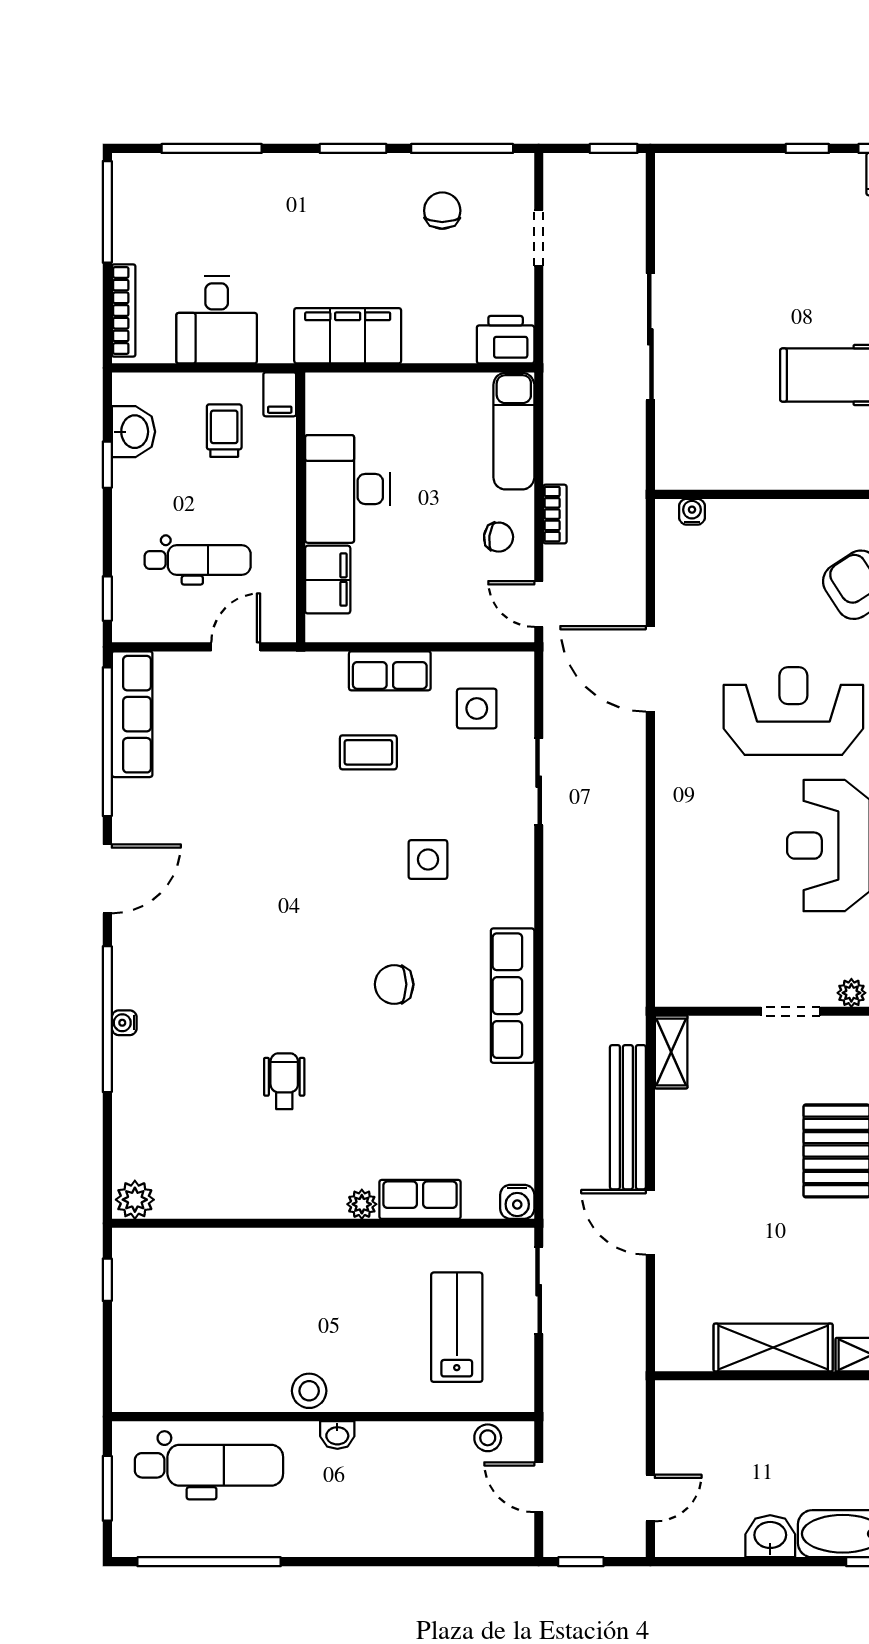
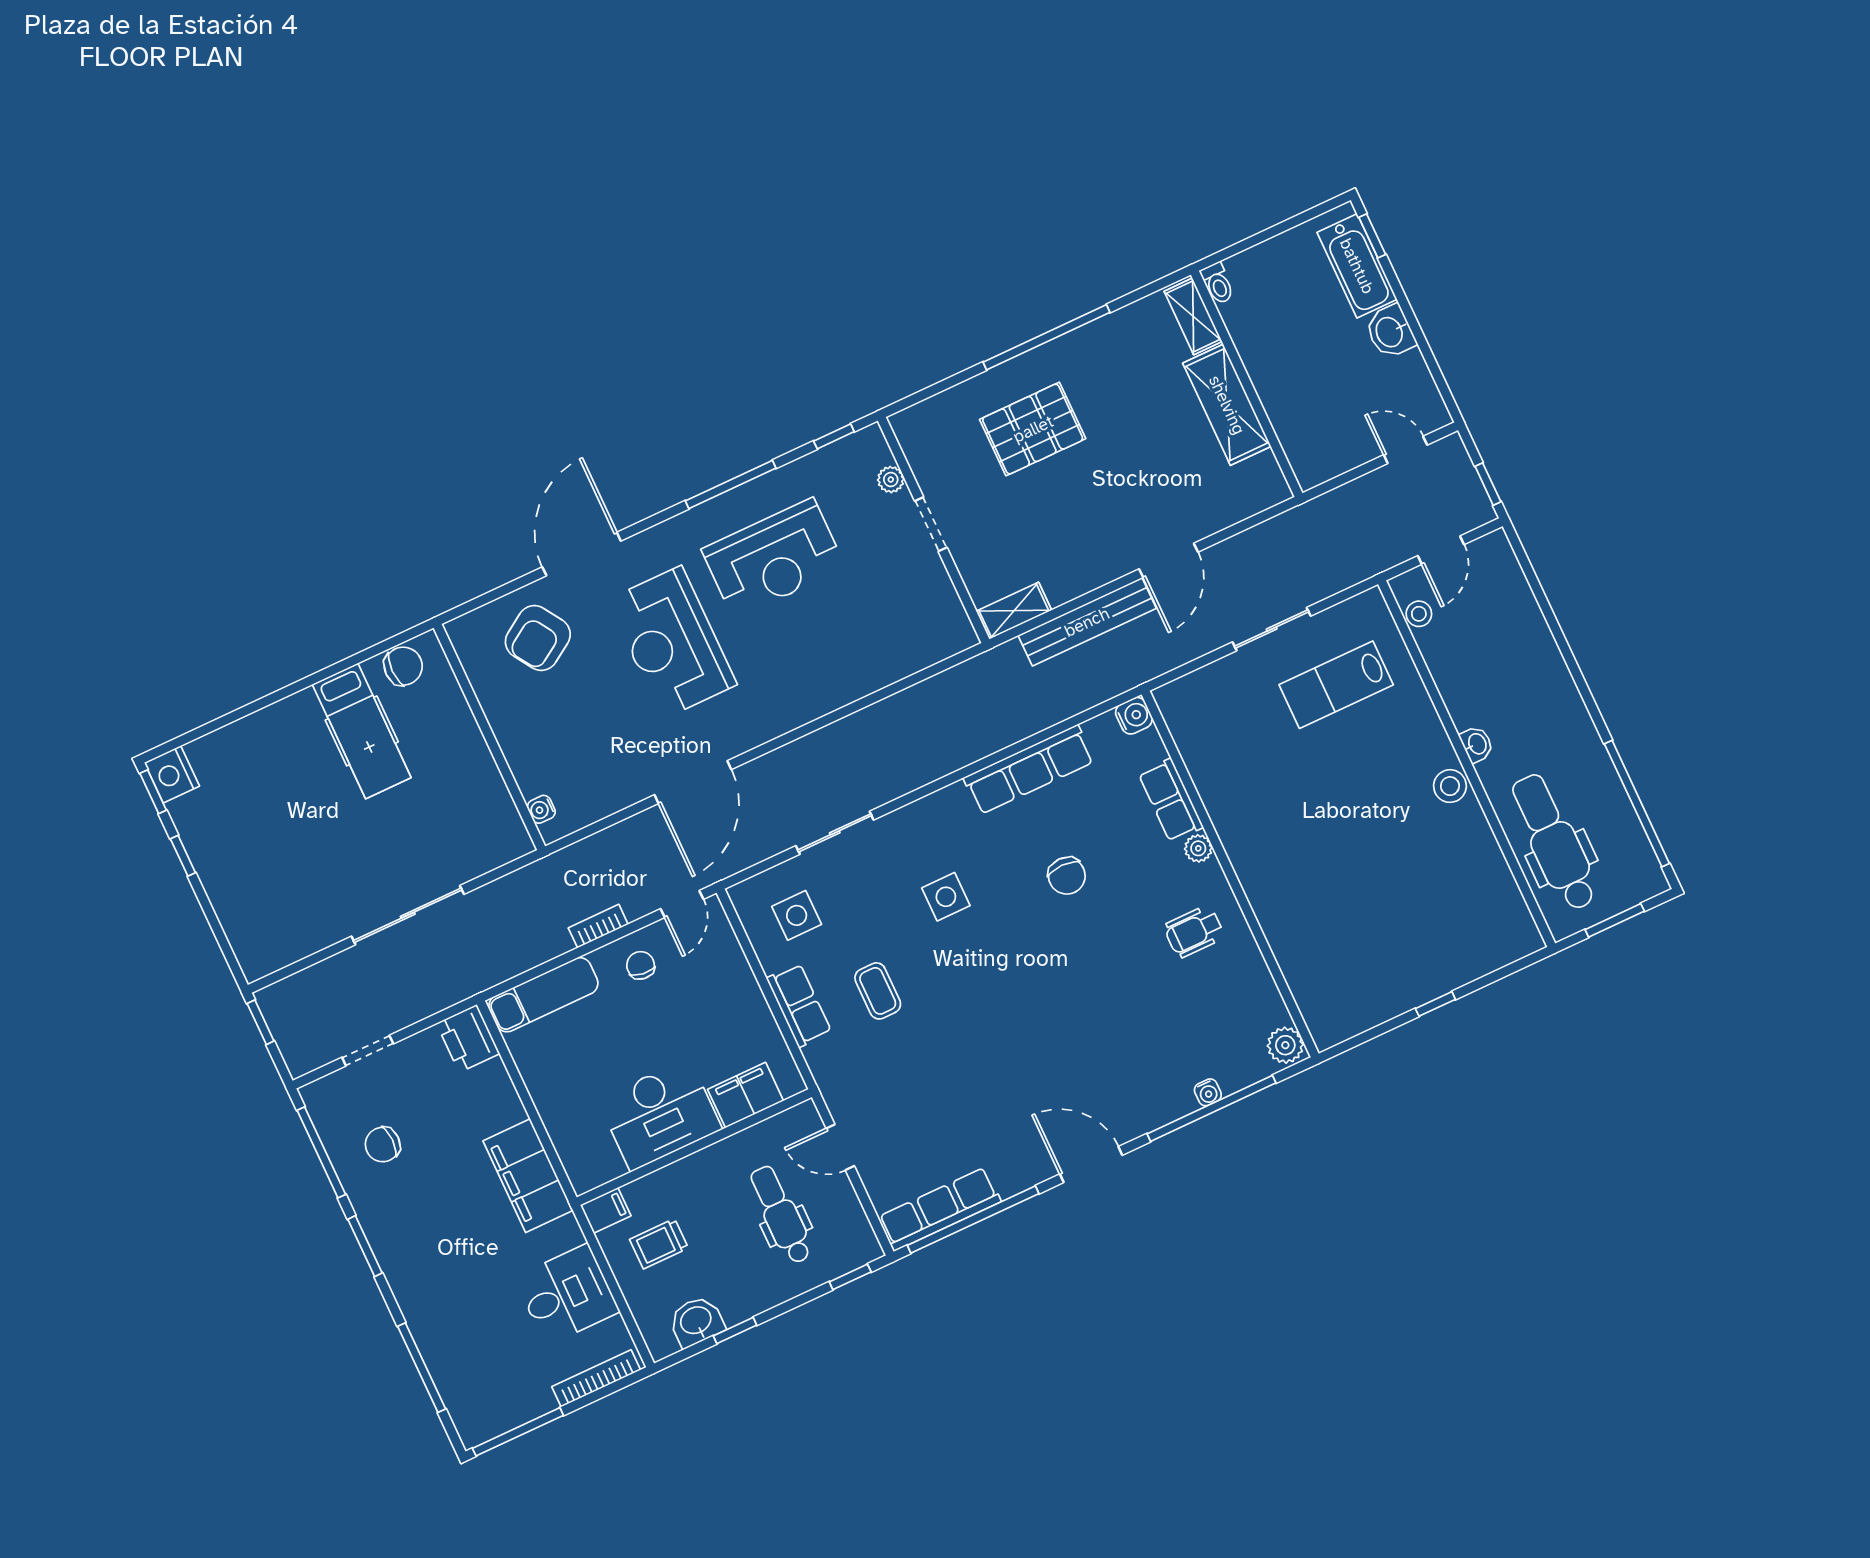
row of seats: (420, 1199) -> (1171, 800), moved
plant: (135, 1200) -> (1285, 1045), moved
water cooler: (517, 1202) -> (1134, 716), moved
plant: (362, 1204) -> (1198, 848), moved
wall: (323, 1223) -> (1230, 874), moved

